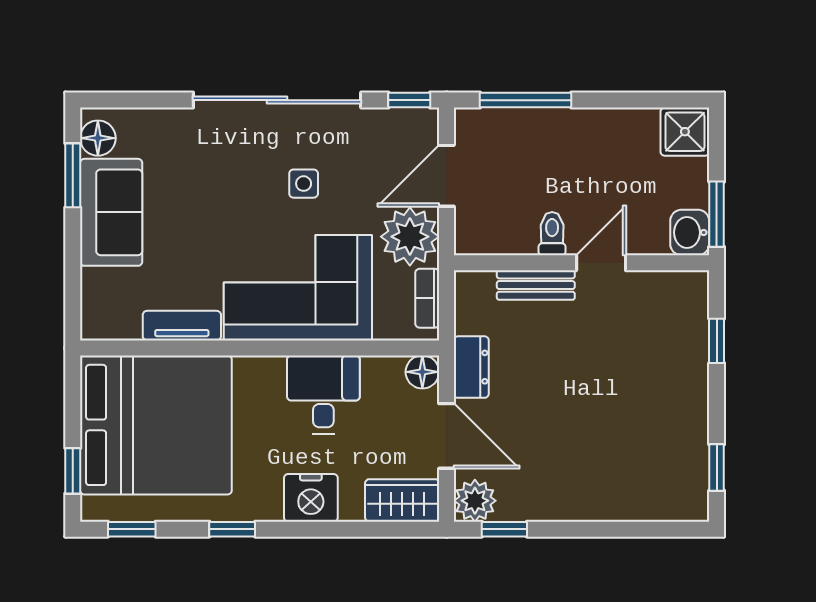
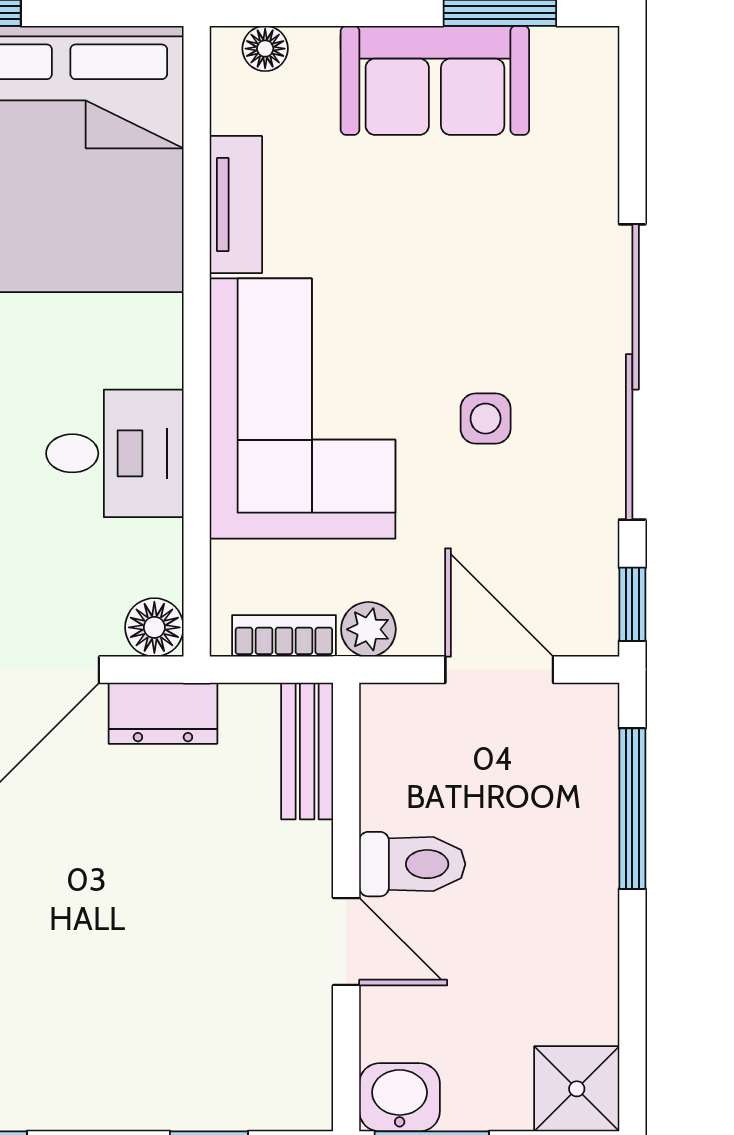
floor lamp: (98, 138) -> (265, 49), moved, width x0.73, depth x0.73
toilet: (552, 234) -> (412, 864), width x1.37, depth x1.39
plant: (410, 237) -> (368, 629), width x0.53, depth x0.53
bench: (536, 285) -> (307, 751), moved

